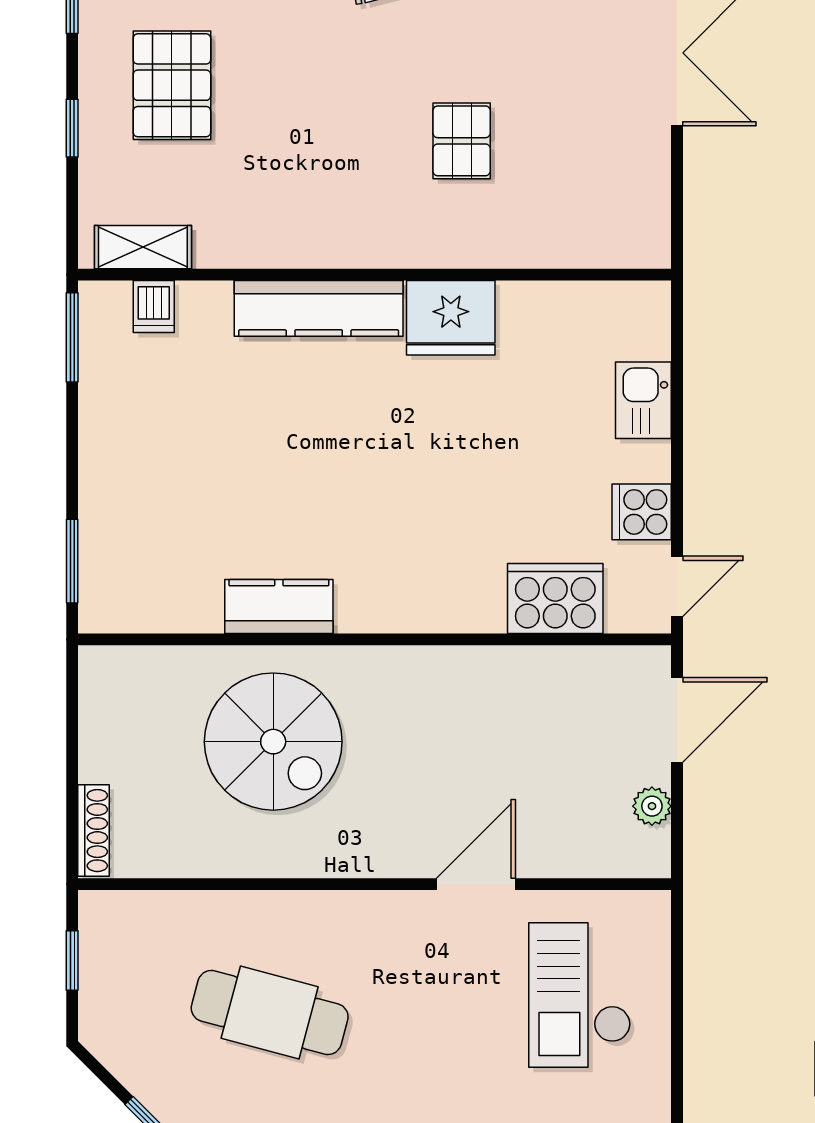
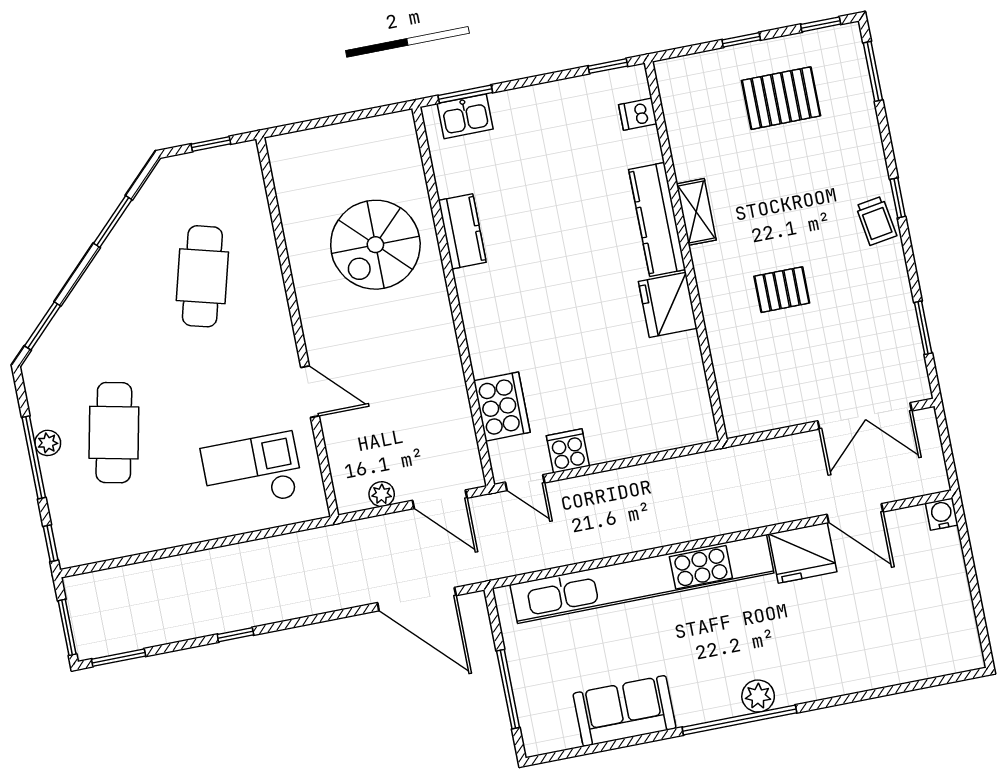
shelving: (143, 247) -> (696, 212), moved
window: (72, 337) -> (608, 66), width x0.67
kitchen sink: (643, 400) -> (465, 116), moved, turned 180
shoe rack: (94, 831) -> (296, 141), removed

